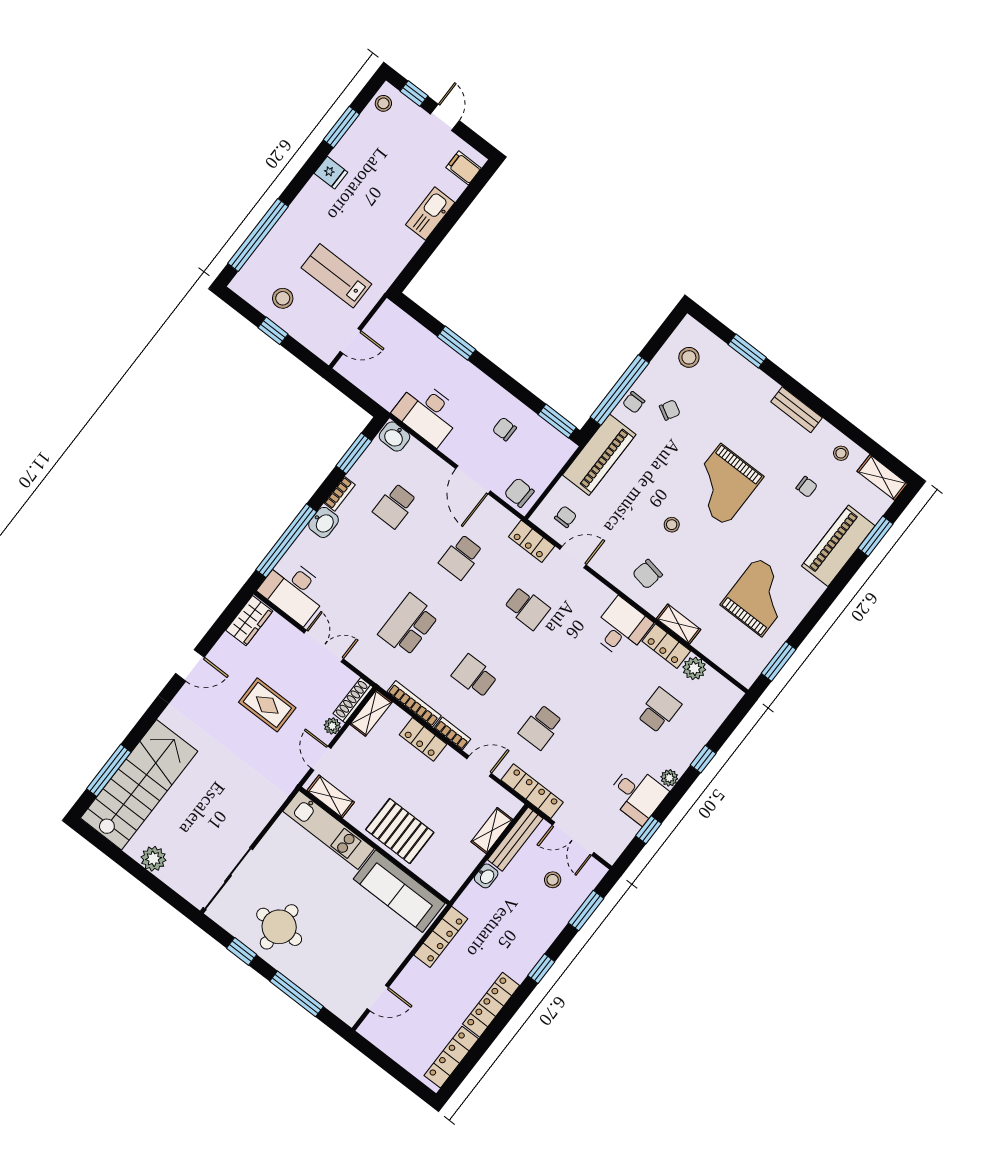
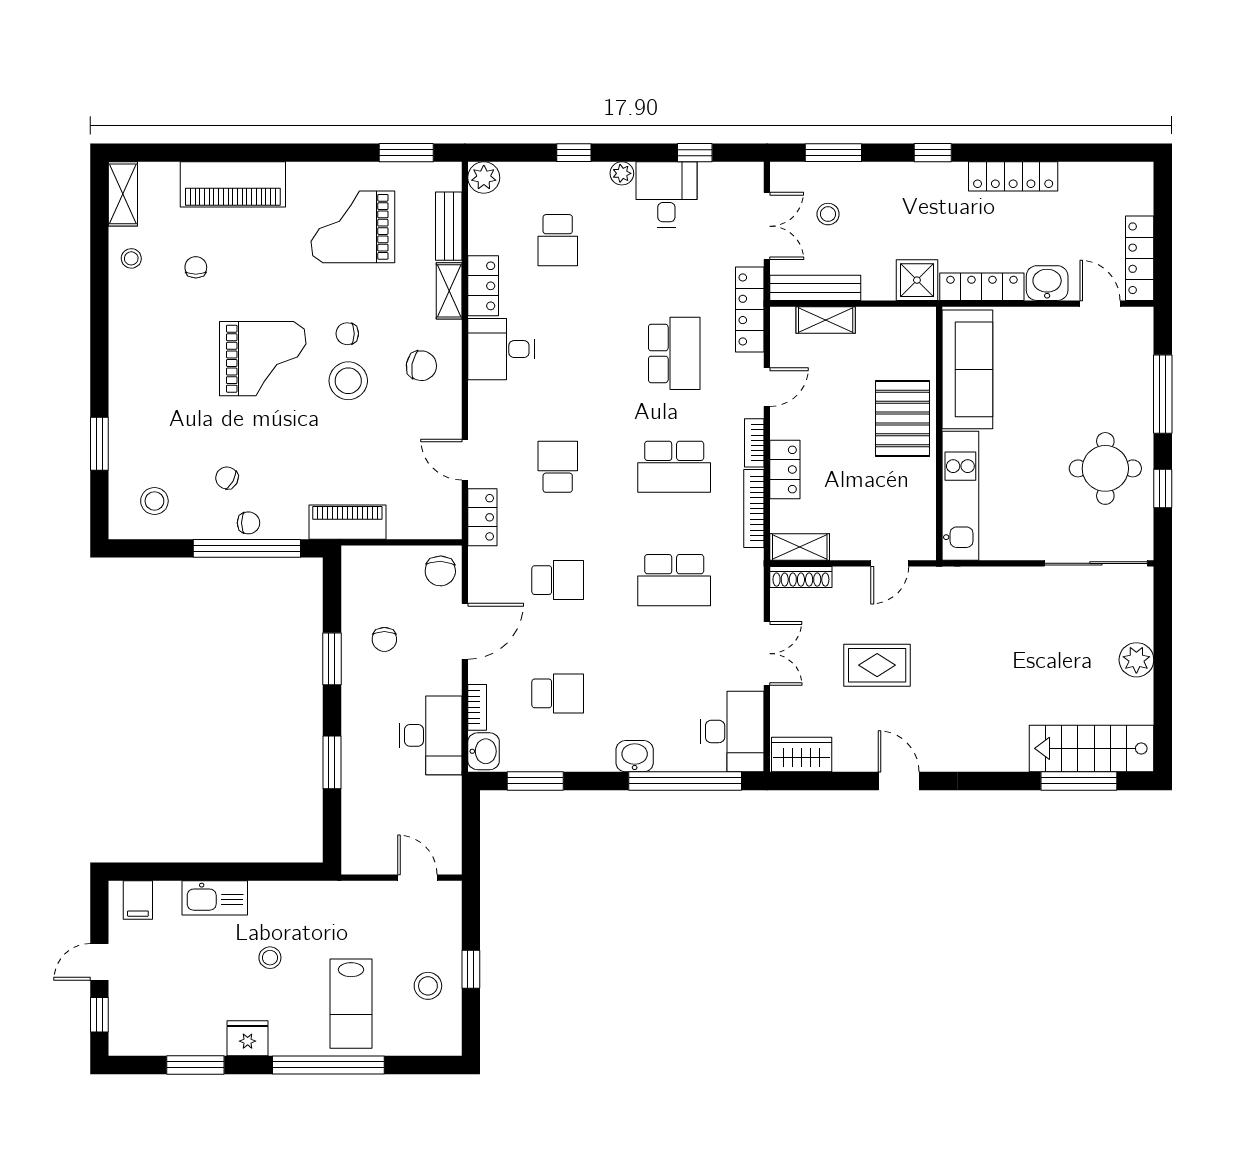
stool: (383, 103) -> (270, 958), moved
fridge: (331, 173) -> (248, 1038), width x1.38
window: (258, 235) -> (328, 1065), moved
lab bench: (336, 276) -> (351, 1004), moved
bench: (796, 410) -> (449, 226), moved
window: (557, 421) -> (332, 659), moved
piano: (599, 455) -> (347, 522), width x0.73, depth x0.75
bookcase: (340, 494) -> (477, 707), moved, turned 90
chair: (566, 517) -> (347, 334), moved
stool: (672, 525) -> (348, 381), width x1.89, depth x1.89
window: (875, 536) -> (192, 153), removed
double door: (324, 646) -> (767, 654), swing flipped
plant: (694, 668) -> (484, 178), moved
school desk: (475, 676) -> (674, 467), width x1.85
rug: (267, 705) -> (877, 665), turned 90
school desk: (659, 710) -> (558, 240), turned -90
plant: (332, 726) -> (846, 578), removed
school desk: (541, 727) -> (674, 353), width x1.85
door: (479, 766) -> (767, 387), swing flipped
stairs: (139, 785) -> (1092, 748), width x0.73, depth x0.66
shelving: (331, 796) -> (923, 521), removed
washbasin: (486, 876) -> (1047, 283), moved, width x1.38, depth x1.45
shower: (474, 902) -> (917, 280), added
locker: (451, 1057) -> (1140, 258), moved, turned 90

